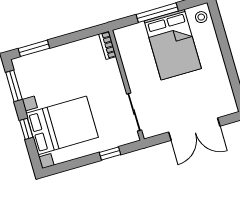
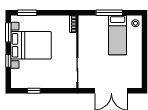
bed: (173, 45) -> (118, 35), width x0.67
bed with nightstands: (62, 125) -> (31, 45), moved
window: (110, 153) -> (34, 91), moved

